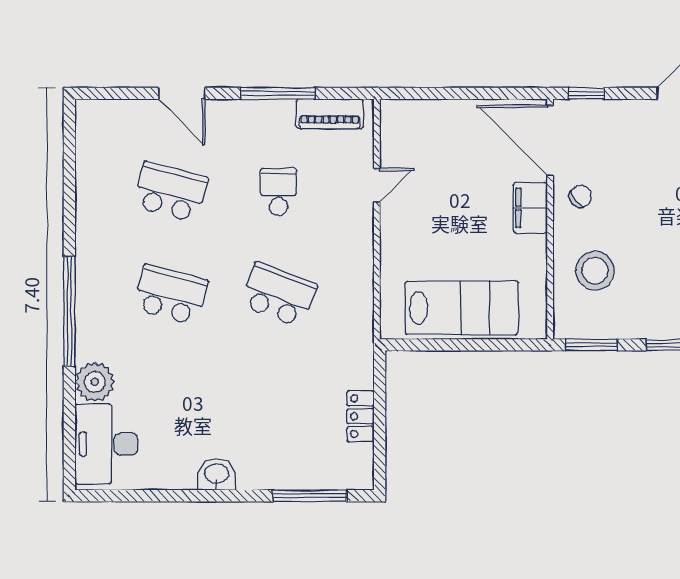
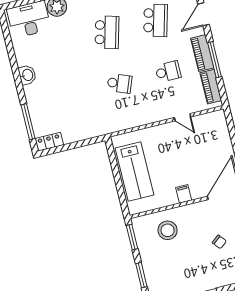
piano: (259, 115) -> (202, 53), added
chair: (581, 196) -> (219, 242), moved
filing cabinet: (530, 208) -> (184, 194), width x0.50
school desk: (279, 295) -> (120, 83), width x0.54
locker: (360, 416) -> (49, 142), moved

